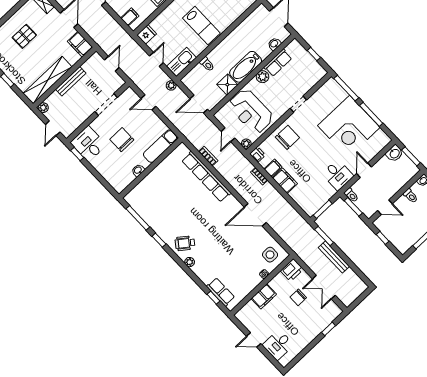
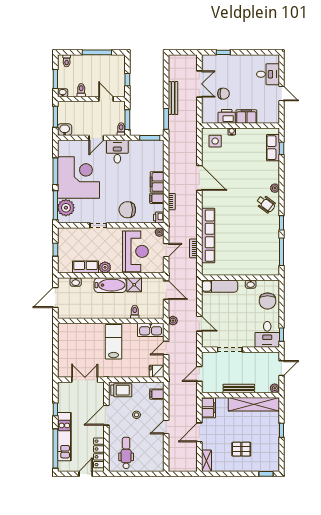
plant: (336, 94) -> (66, 208), added
chair: (122, 140) -> (268, 301), moved
printer: (292, 270) -> (227, 116), moved

